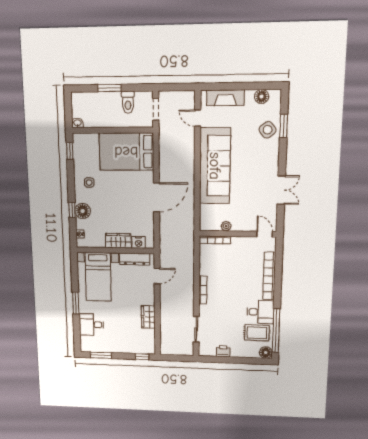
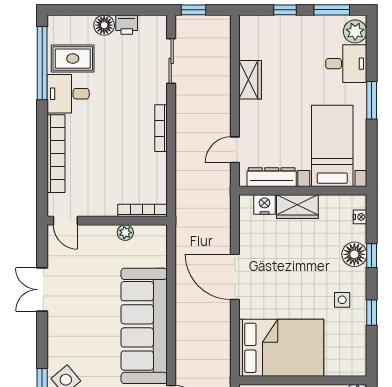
window: (70, 151) -> (372, 313), moved
door: (156, 197) -> (235, 277), hinge flipped
plant: (87, 343) -> (355, 31), added
floor lamp: (266, 353) -> (104, 25), moved
window: (142, 357) -> (285, 10), moved
window: (183, 358) -> (193, 10), added

